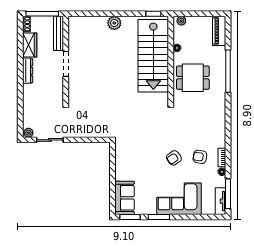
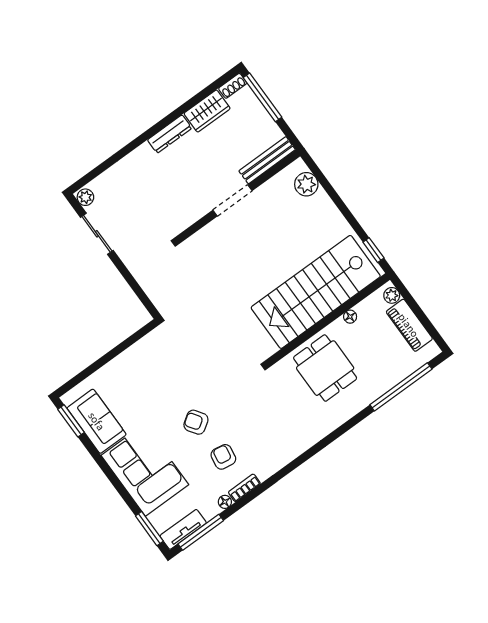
plant: (114, 23) -> (306, 184), moved
piano: (219, 31) -> (409, 325), moved, turned -90
bench: (59, 33) -> (267, 160), moved
wall: (66, 59) -> (239, 196), moved
doorway: (66, 64) -> (232, 200), moved
window: (228, 71) -> (401, 387), moved
sofa: (125, 198) -> (97, 421), moved, turned -90
window: (159, 217) -> (149, 529), moved

